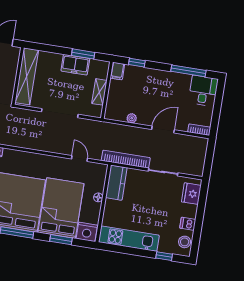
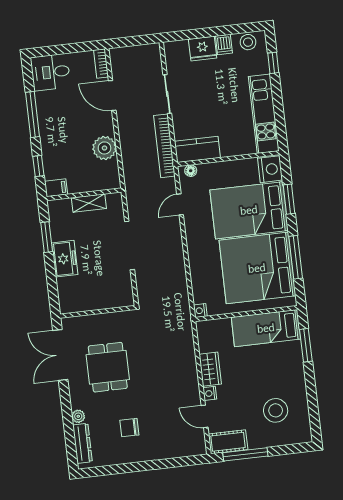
freezer: (75, 65) -> (65, 259), moved
window: (188, 71) -> (32, 115), moved
shelving: (27, 76) -> (95, 300), removed
plant: (132, 118) -> (104, 148), width x1.87, depth x1.87
door: (163, 130) -> (112, 96), moved
fridge: (191, 194) -> (203, 49), moved
floor lamp: (98, 197) -> (191, 171), moved

